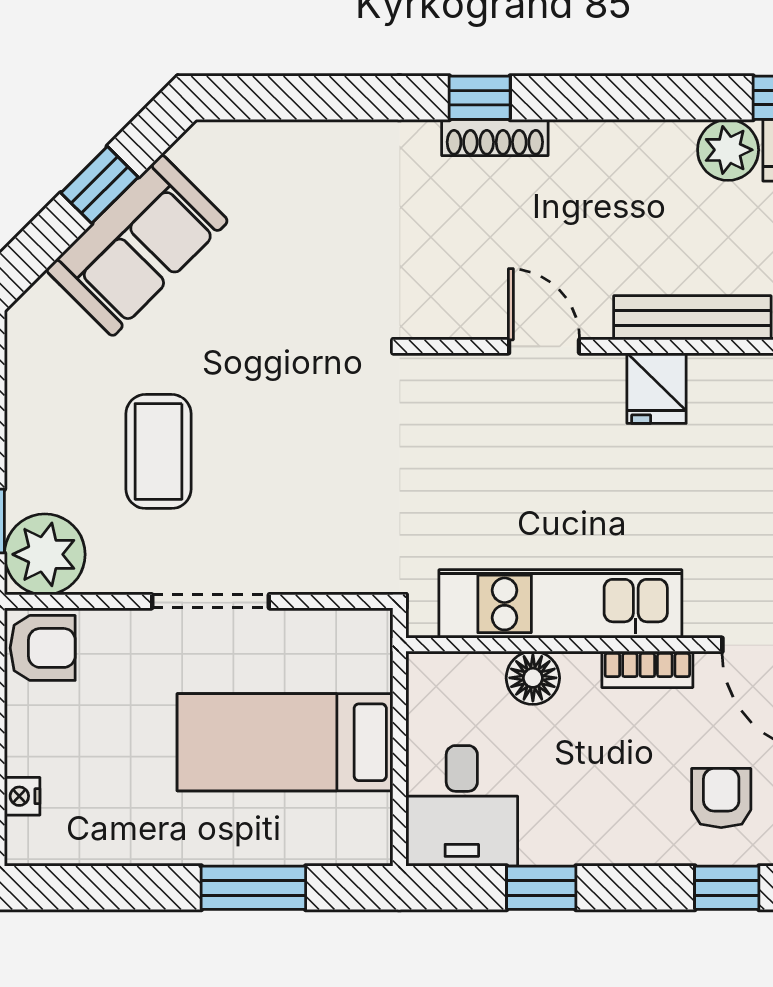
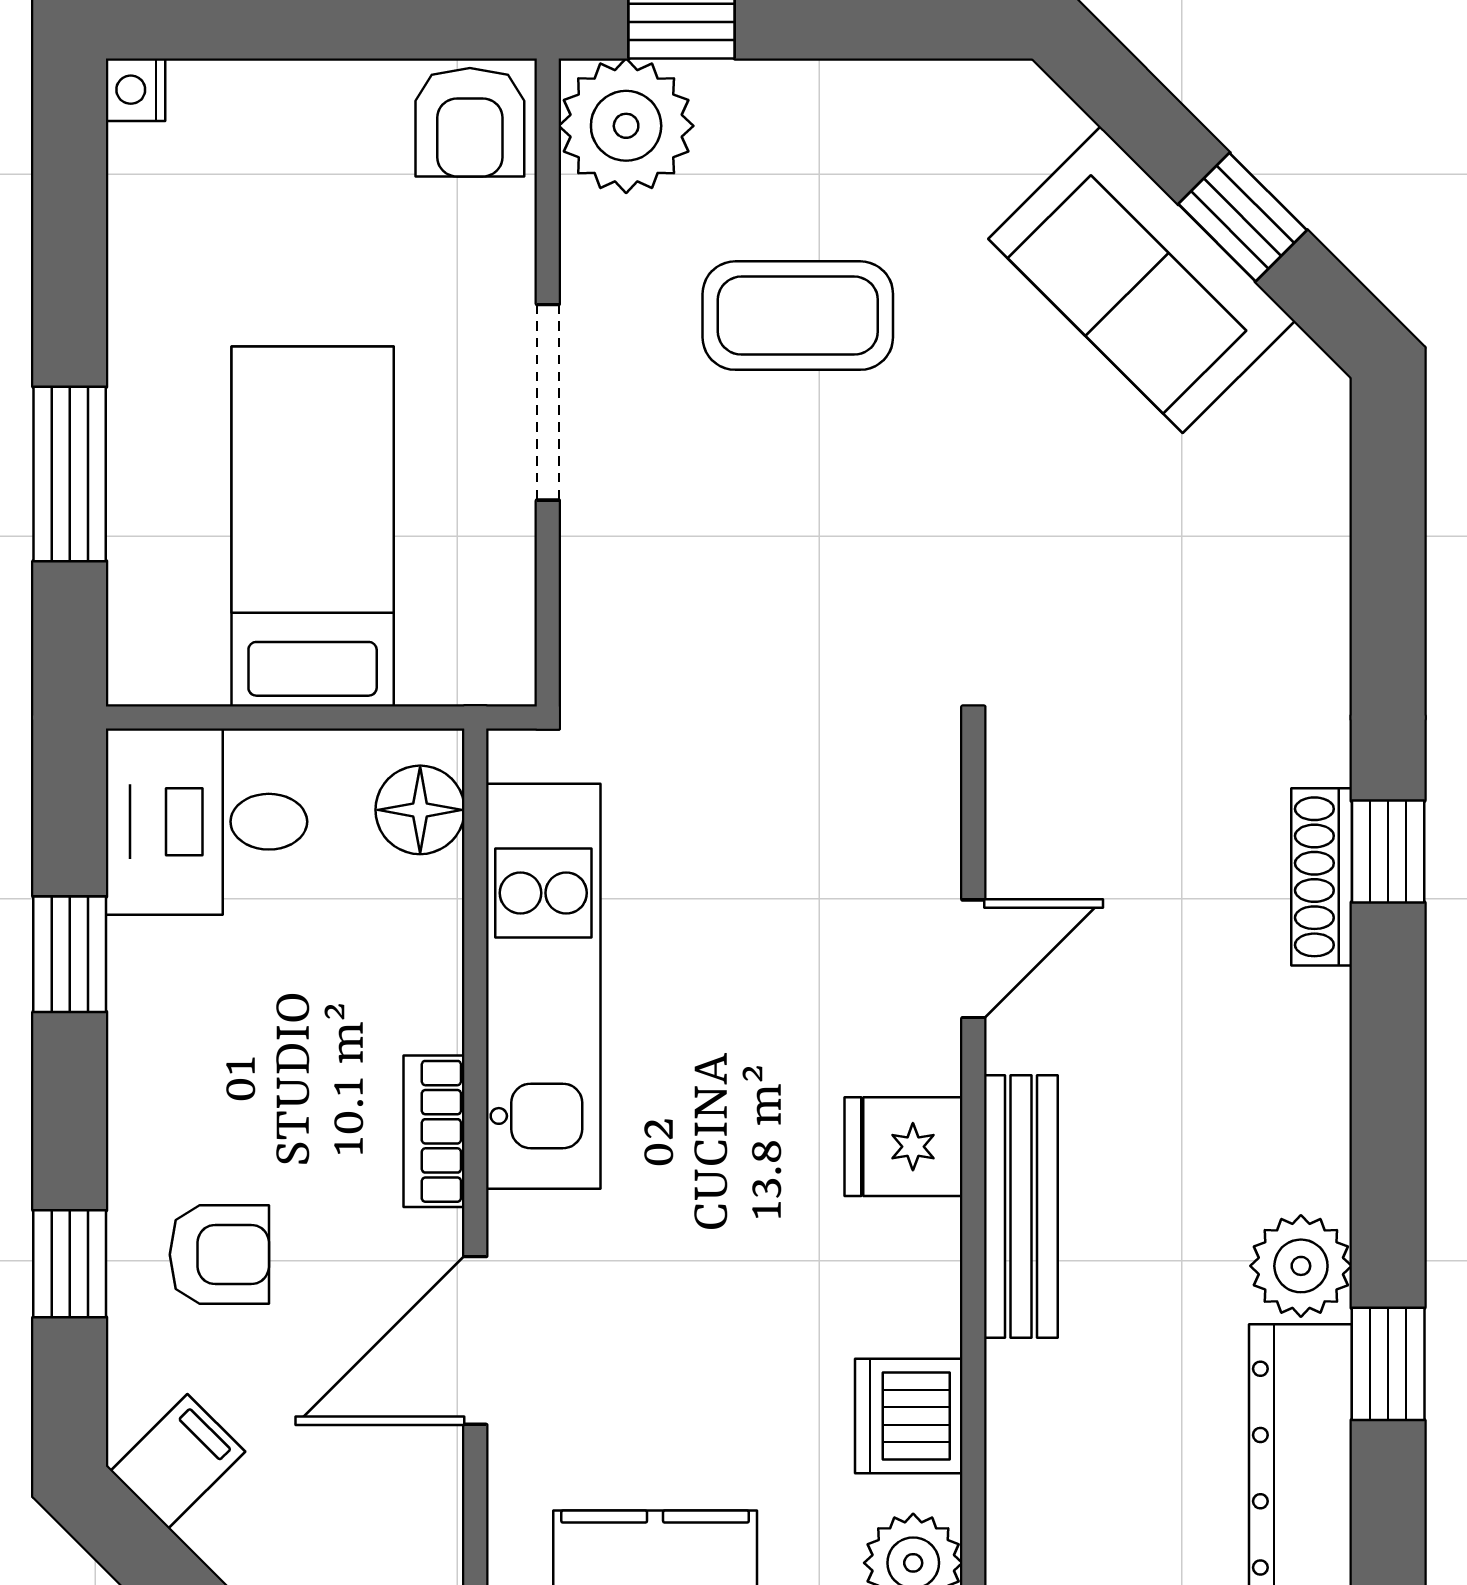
floor lamp: (533, 678) -> (420, 810), moved
nightstand: (22, 796) -> (136, 90), moved, turned -90

